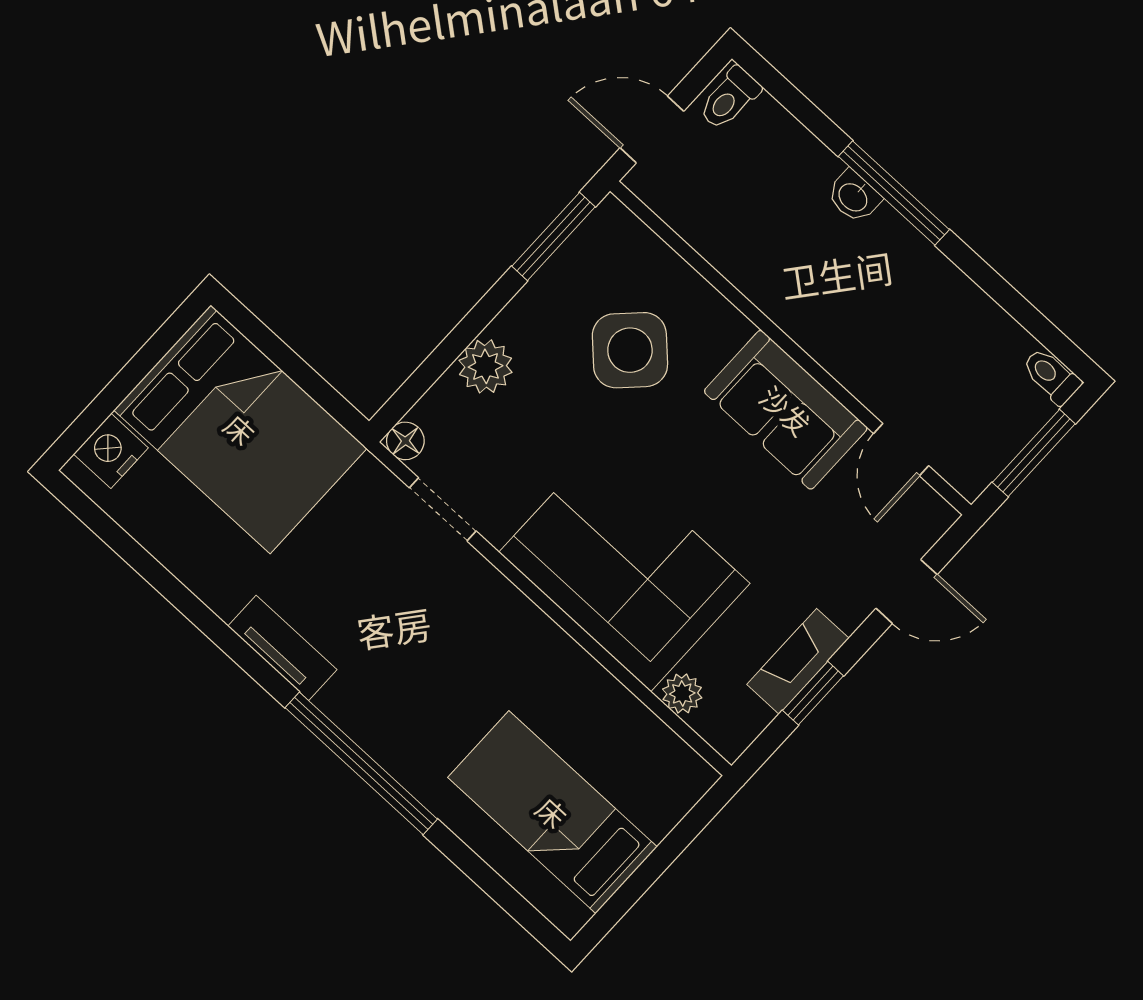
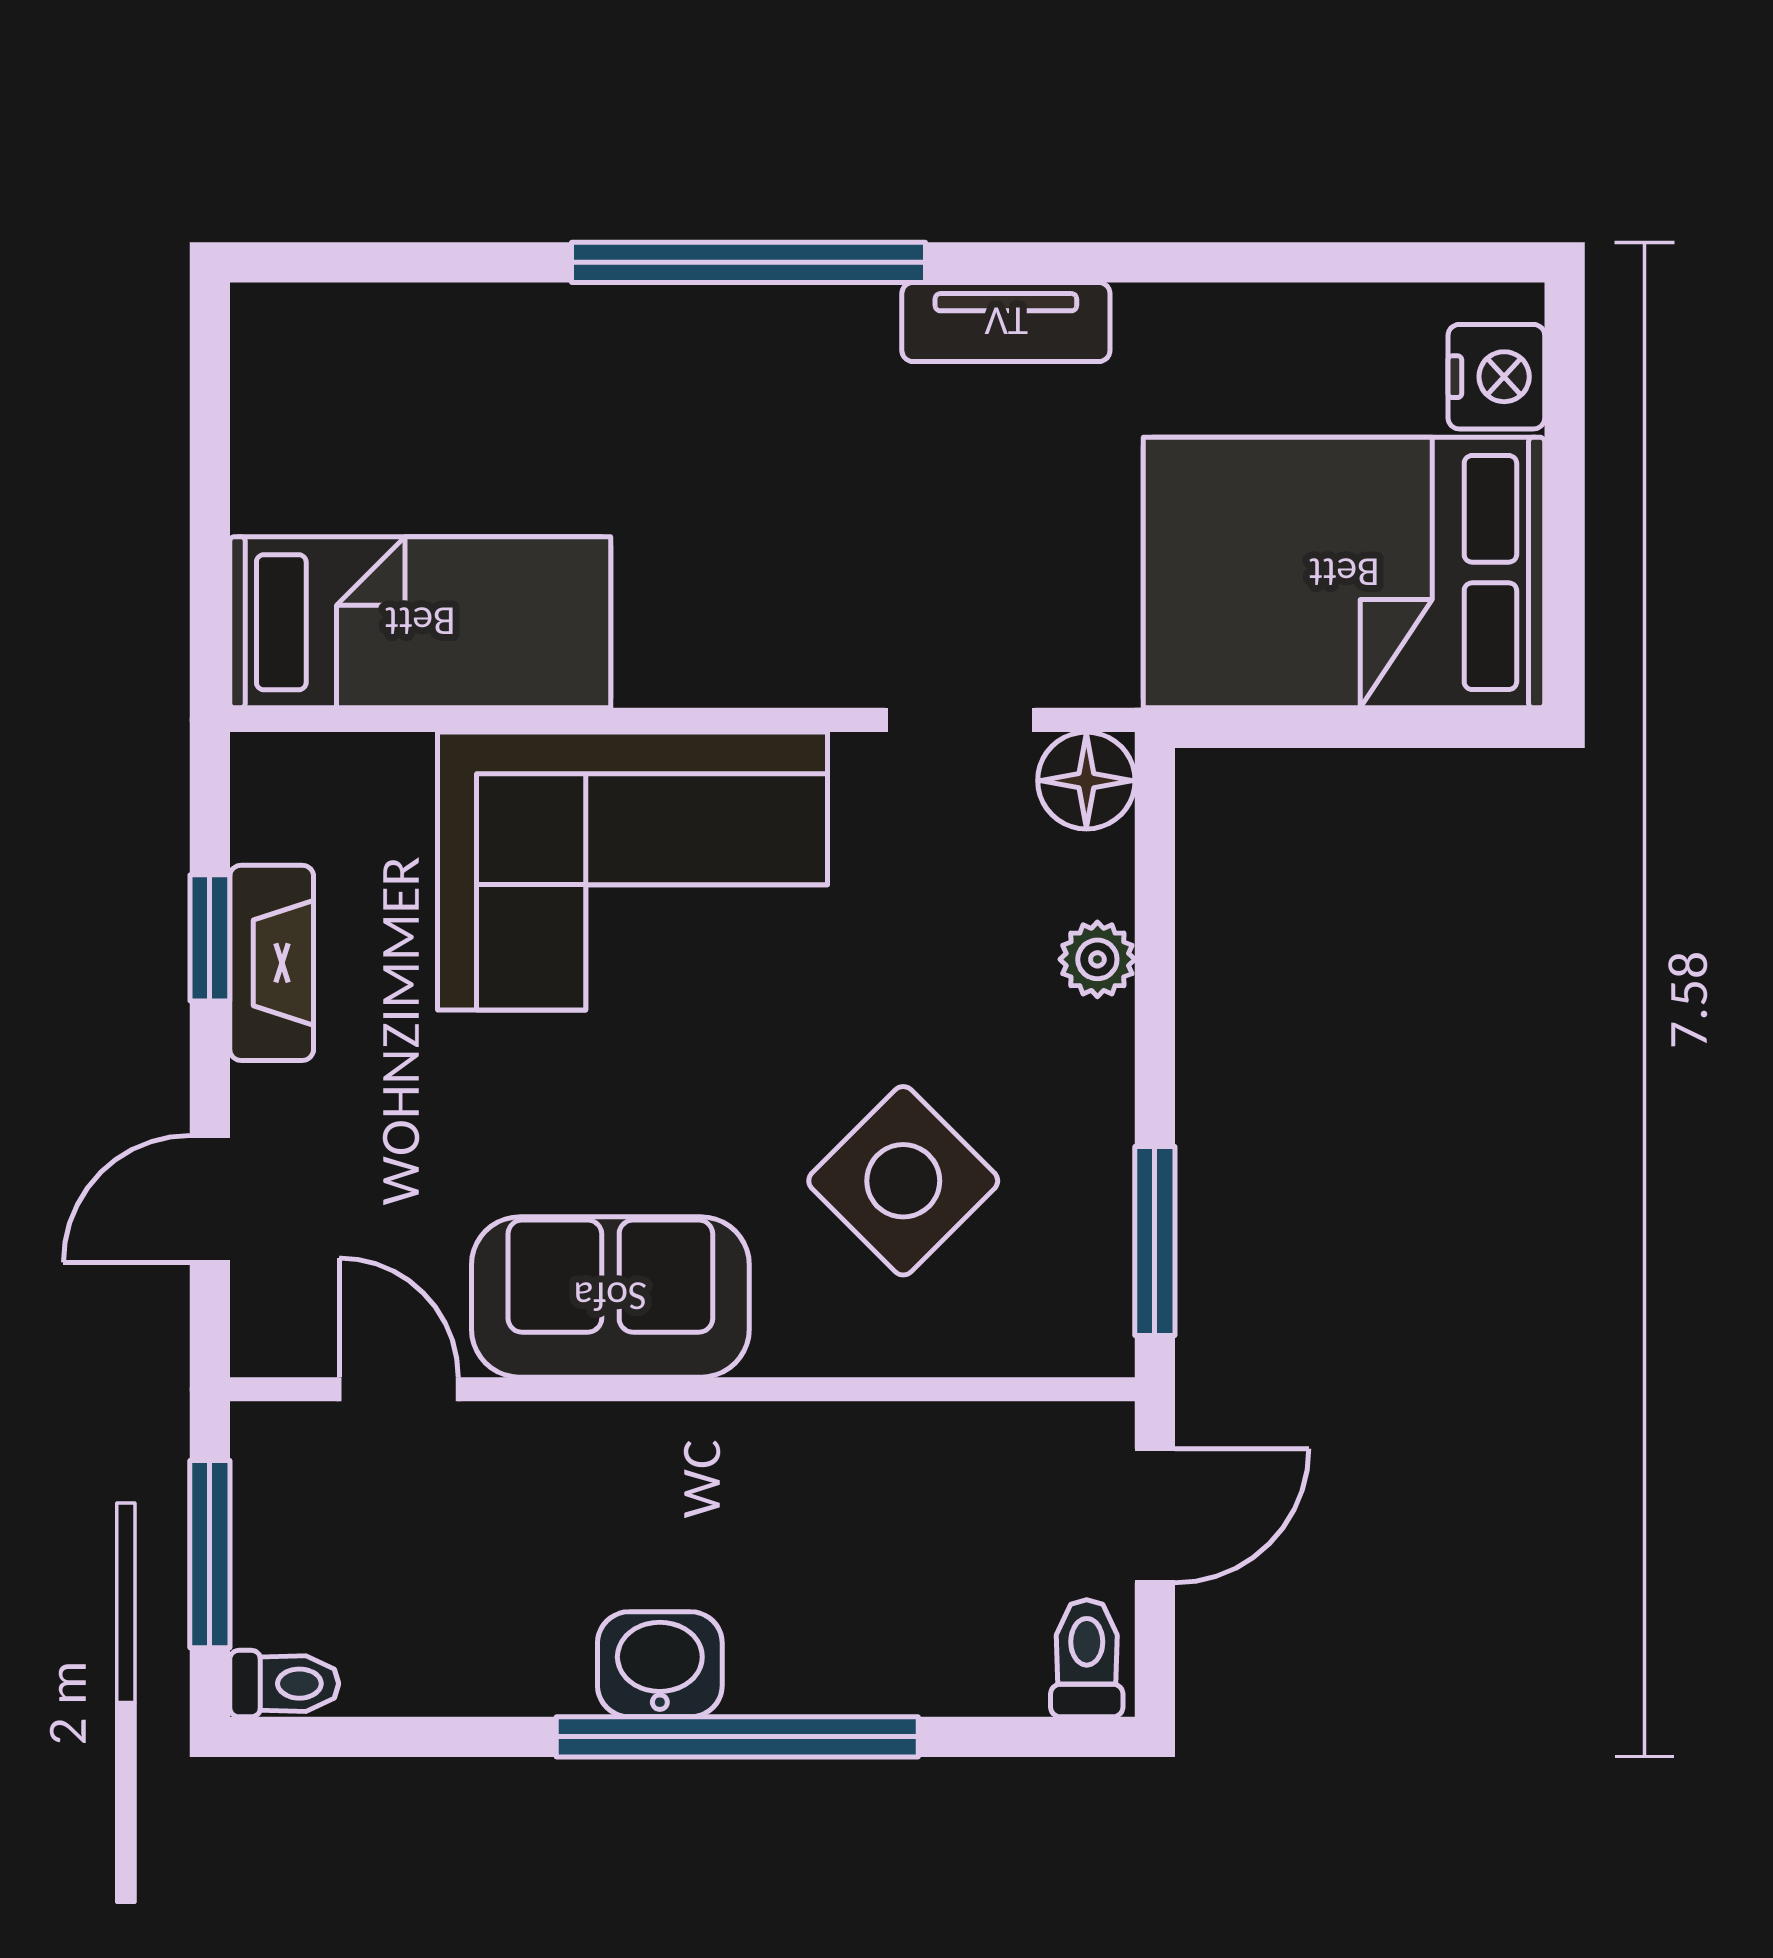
window: (894, 193) -> (737, 1737), width x1.46
washbasin: (854, 197) -> (660, 1664), moved, width x1.38, depth x1.45
plant: (486, 366) -> (1097, 959), width x0.73, depth x0.73
floor lamp: (405, 441) -> (1086, 781), width x1.37, depth x1.37
plant: (682, 693) -> (391, 770), removed
bed: (552, 812) -> (420, 622), moved

